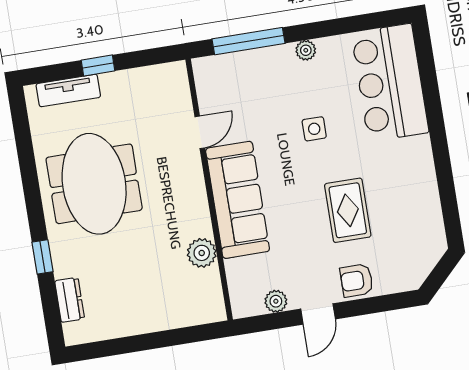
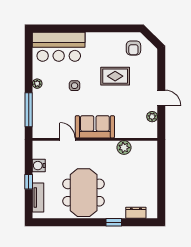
water cooler: (135, 81) -> (39, 166), added
meeting table: (94, 184) -> (84, 193), turned 90
sofa: (238, 200) -> (95, 127), width x0.73
armchair: (357, 280) -> (133, 48), moved

